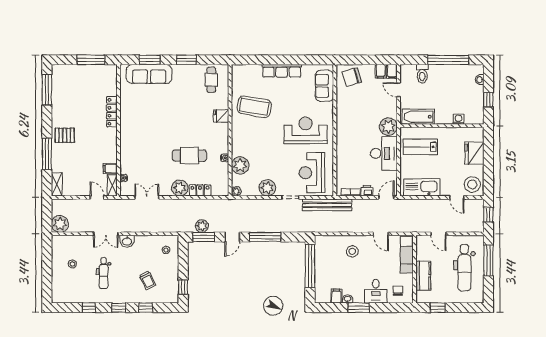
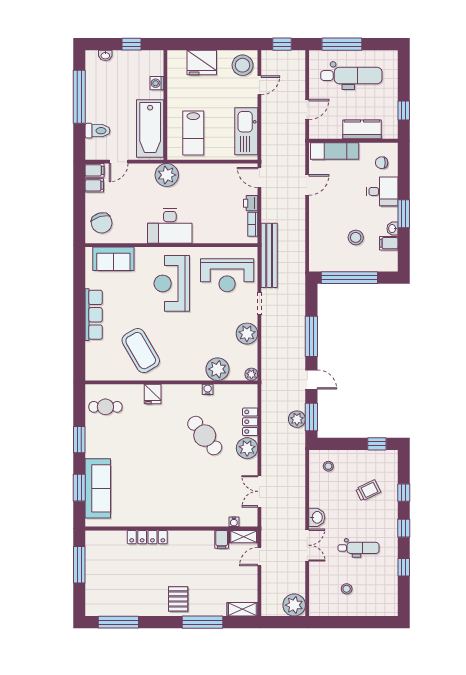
coffee table: (254, 107) -> (141, 351), turned -40
bathtub: (418, 117) -> (150, 128), width x1.36, depth x1.36
desk: (384, 153) -> (170, 226), moved, turned 180
cafe table: (189, 156) -> (205, 436), turned -38
stool: (352, 251) -> (356, 237), moved

